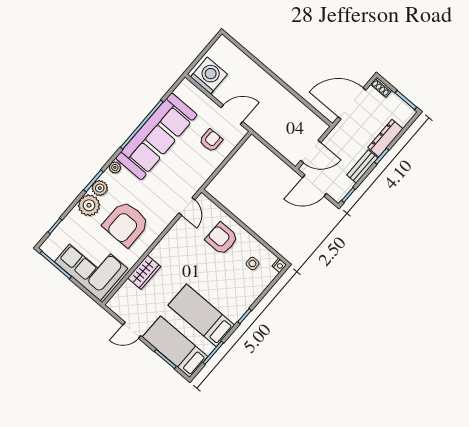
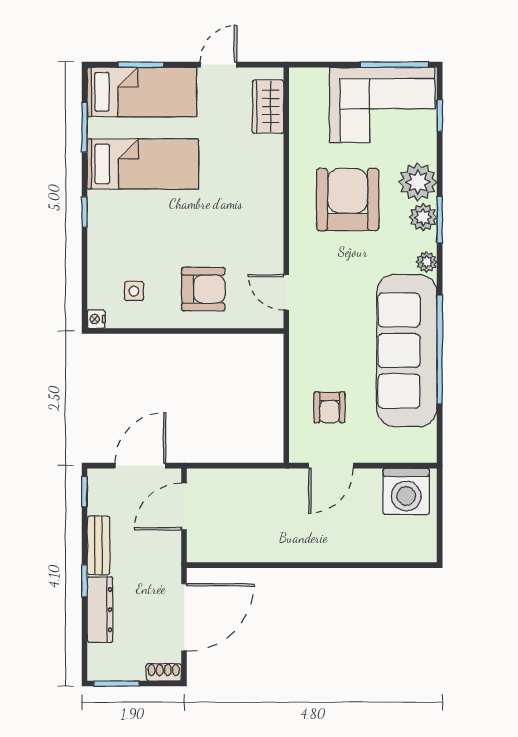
corner sofa: (91, 265) -> (382, 105), moved
wardrobe: (144, 272) -> (268, 107), moved

